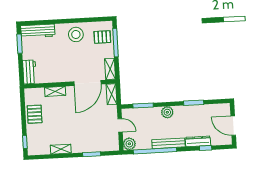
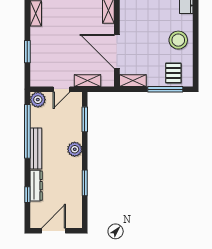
shelving: (112, 94) -> (88, 81), moved

